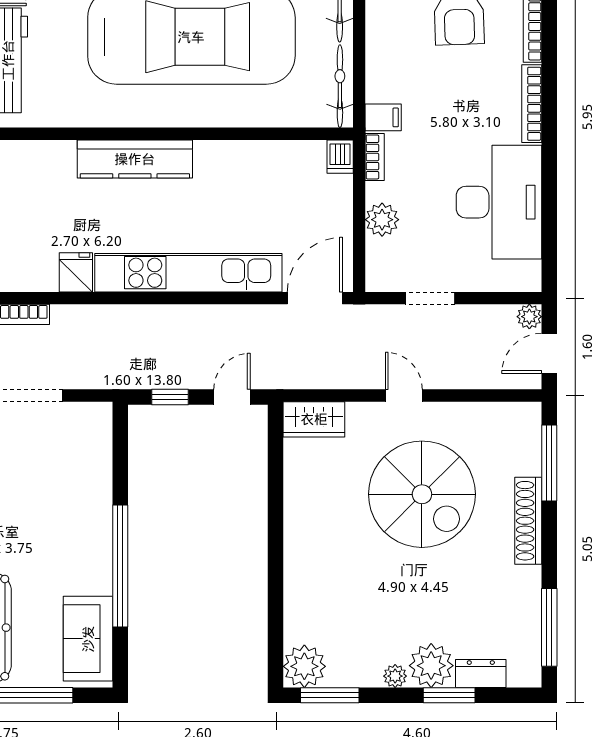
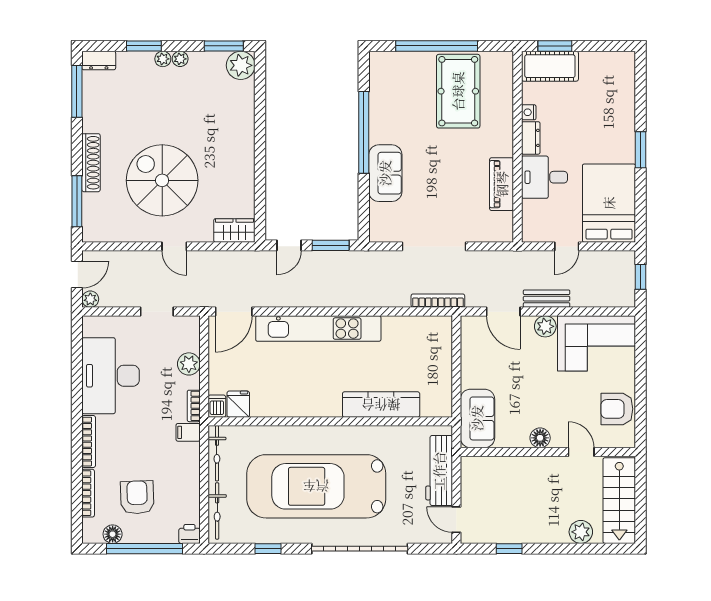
kitchen counter: (135, 159) -> (381, 405), moved
fridge: (76, 272) -> (238, 404), moved, turned 180
window: (170, 397) -> (331, 245), width x1.50
sofa: (88, 639) -> (385, 173), moved
plant: (431, 666) -> (163, 59), width x0.53, depth x0.53
dresser: (481, 674) -> (99, 61), moved

